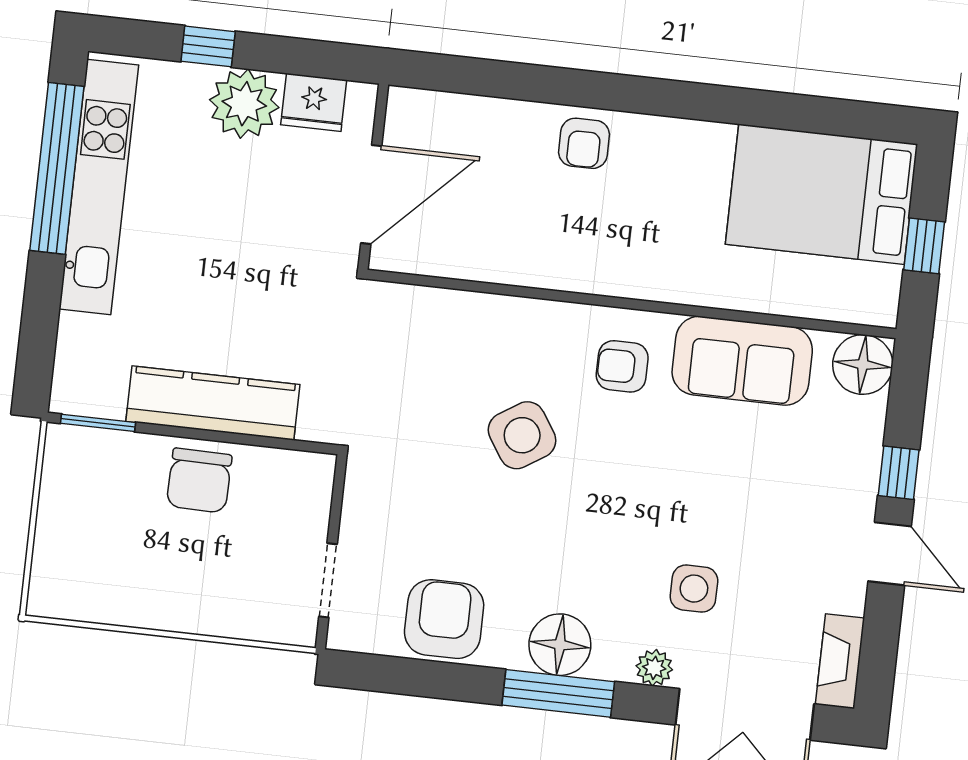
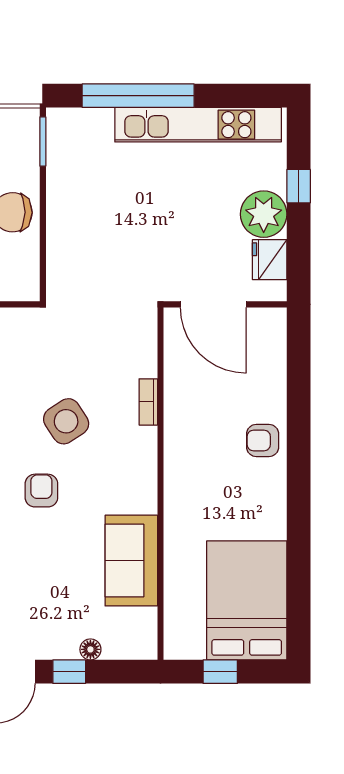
window: (57, 168) -> (138, 96), moved
bookcase: (507, 309) -> (148, 402), added
floor lamp: (863, 365) -> (90, 649), moved, width x0.53, depth x0.53
armchair: (622, 366) -> (41, 491), moved
kitchen counter: (213, 403) -> (64, 216), removed

